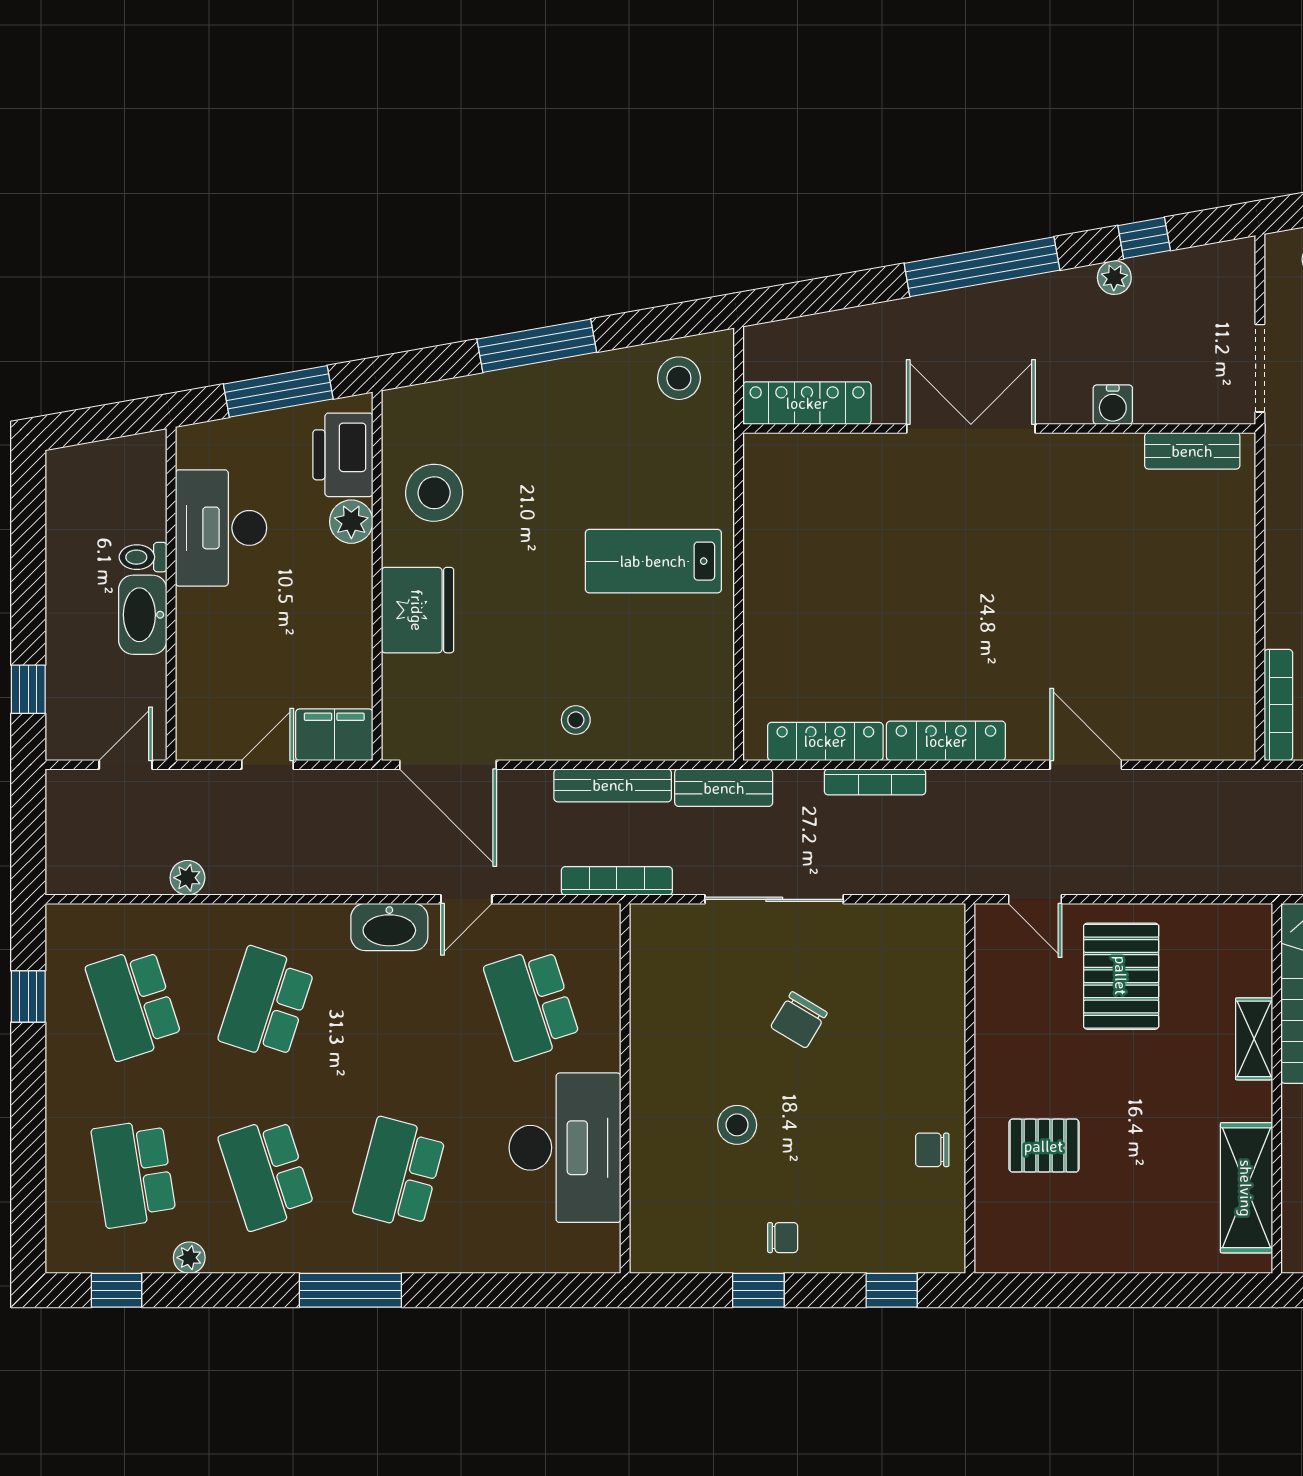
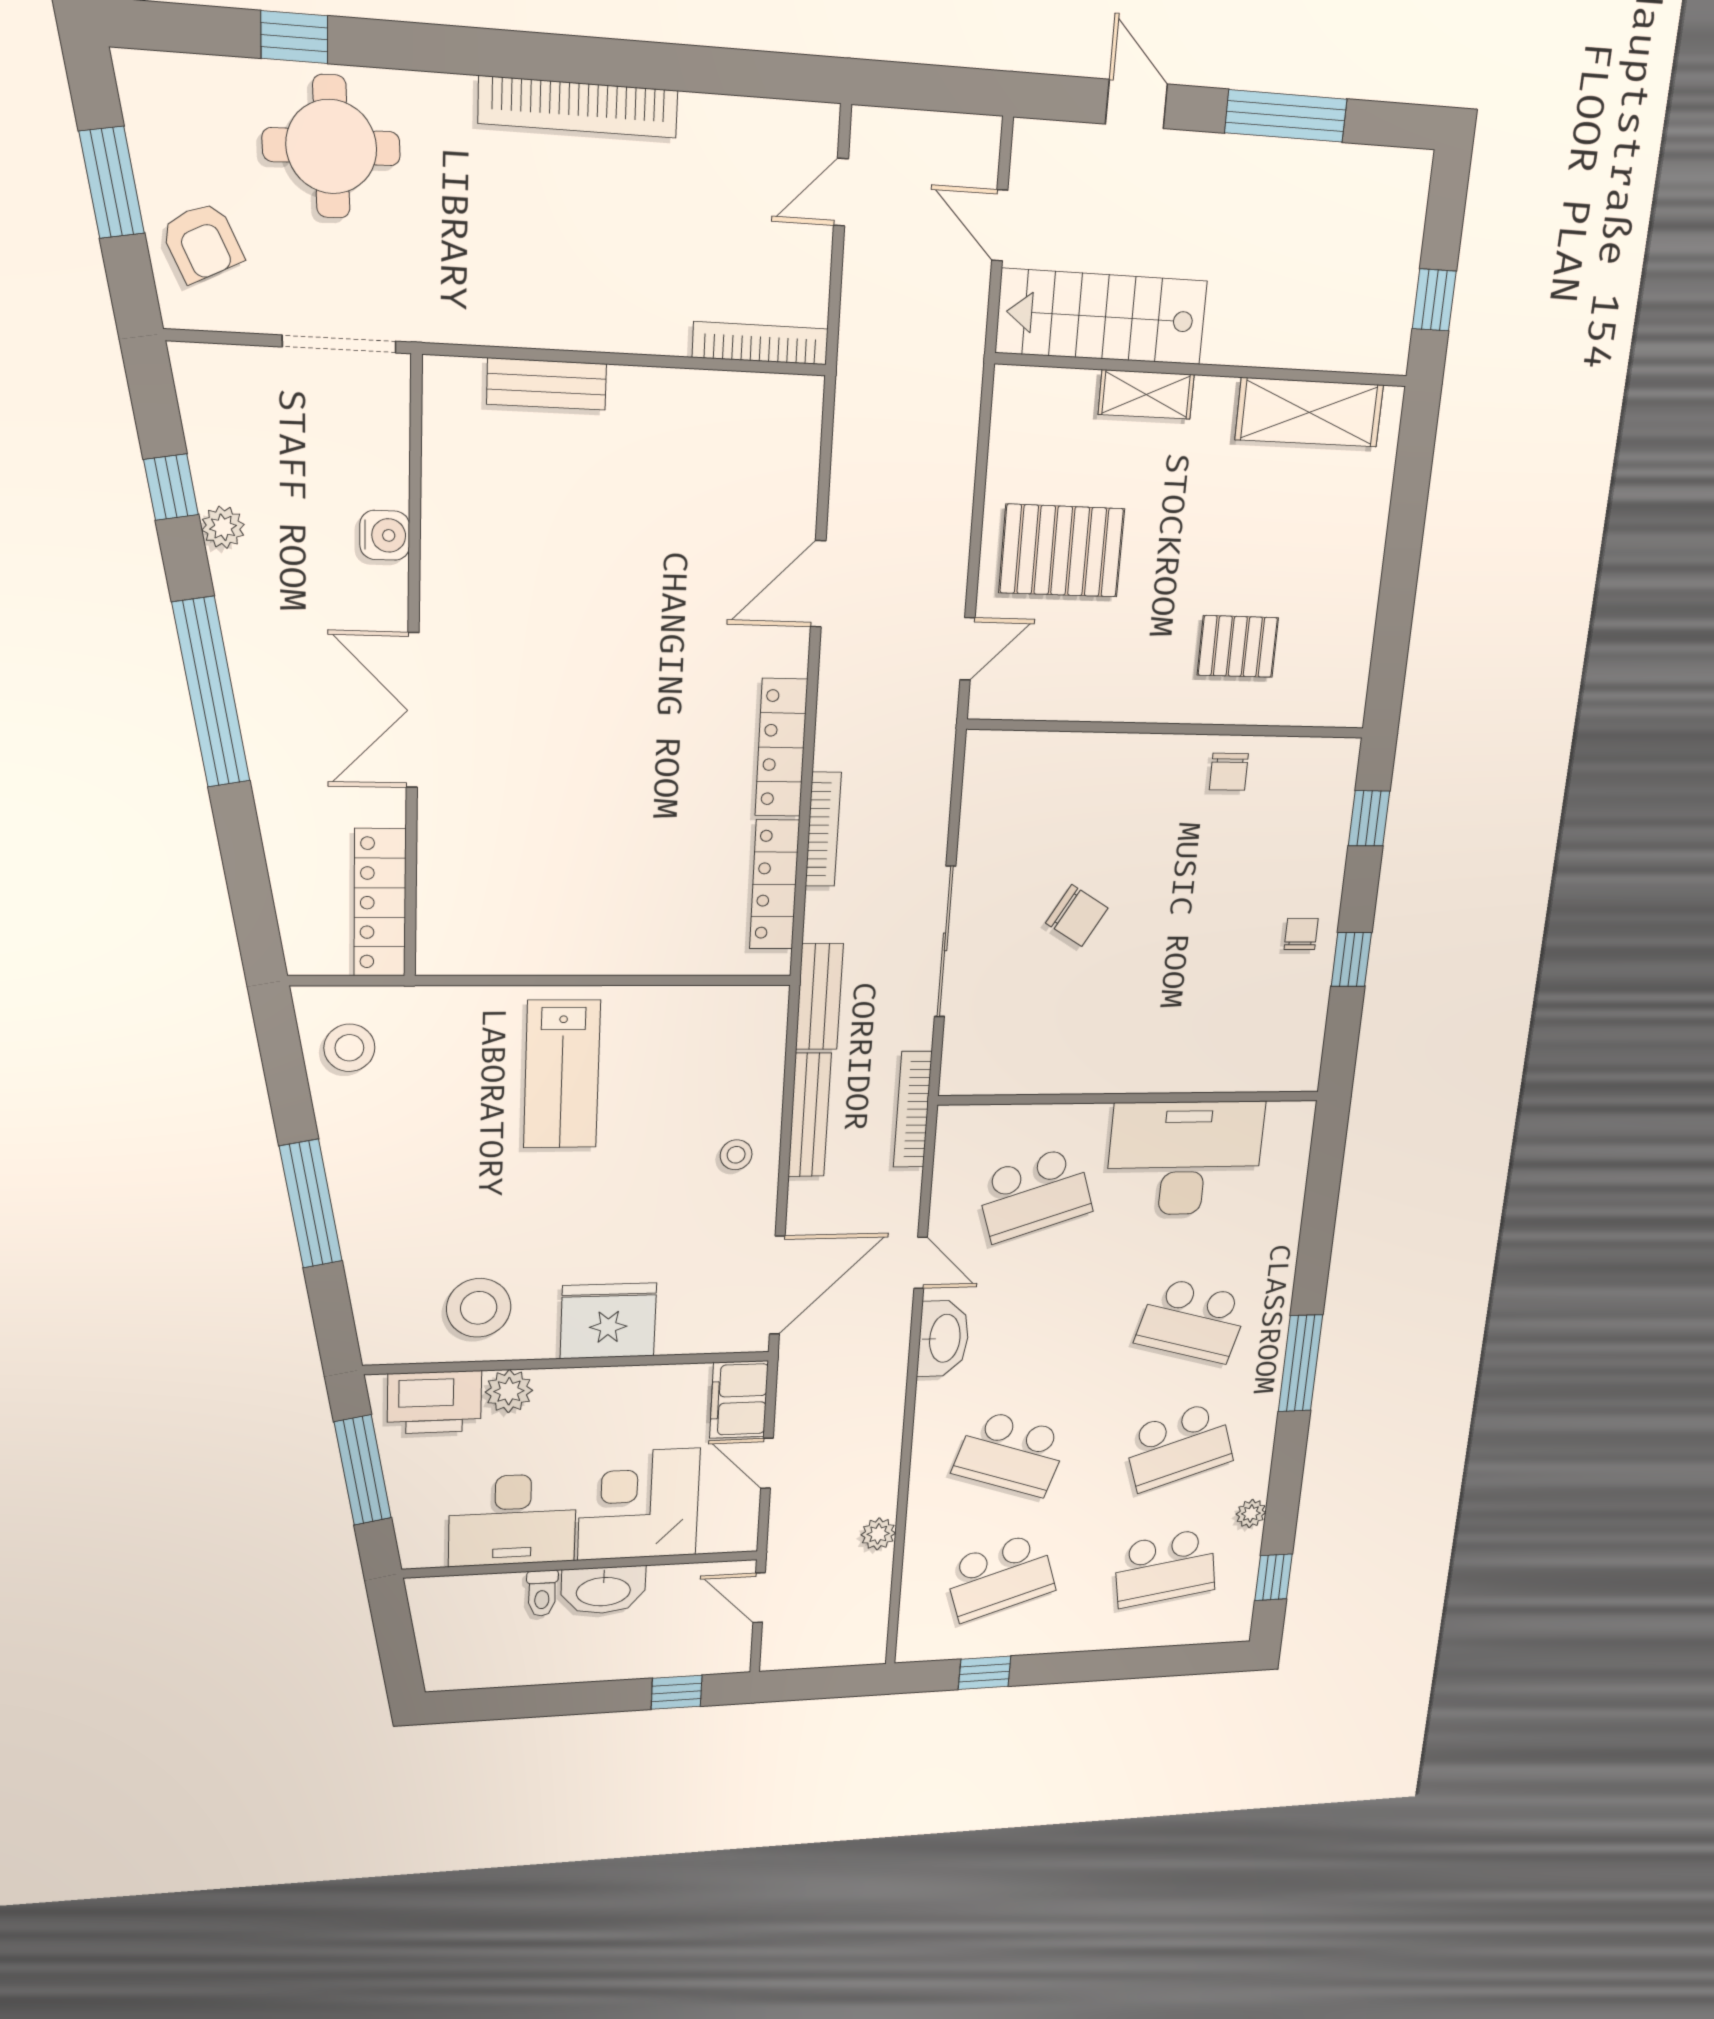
bench: (1192, 451) -> (547, 384), moved, turned 90
corner desk: (231, 645) -> (639, 1504), added
stool: (737, 1125) -> (1180, 982), removed
pallet: (1044, 1146) -> (1238, 646), turned 90

